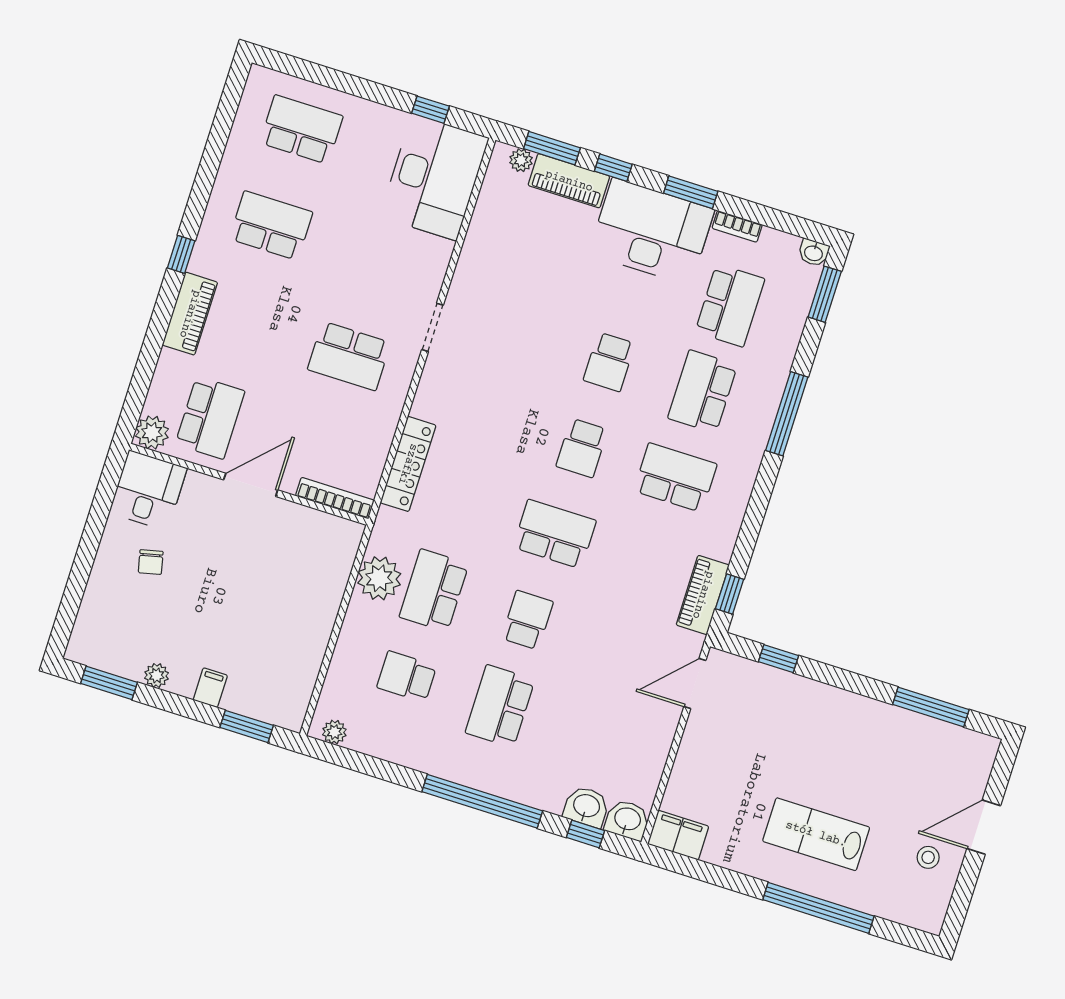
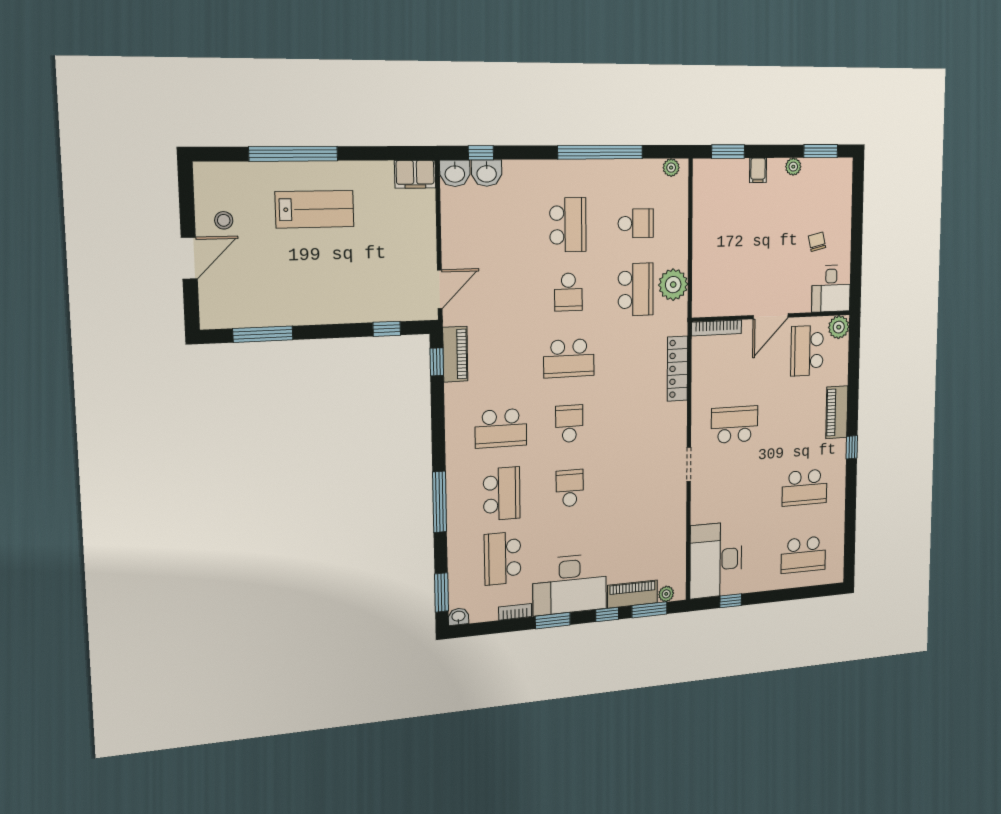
window: (482, 801) -> (600, 152), moved

